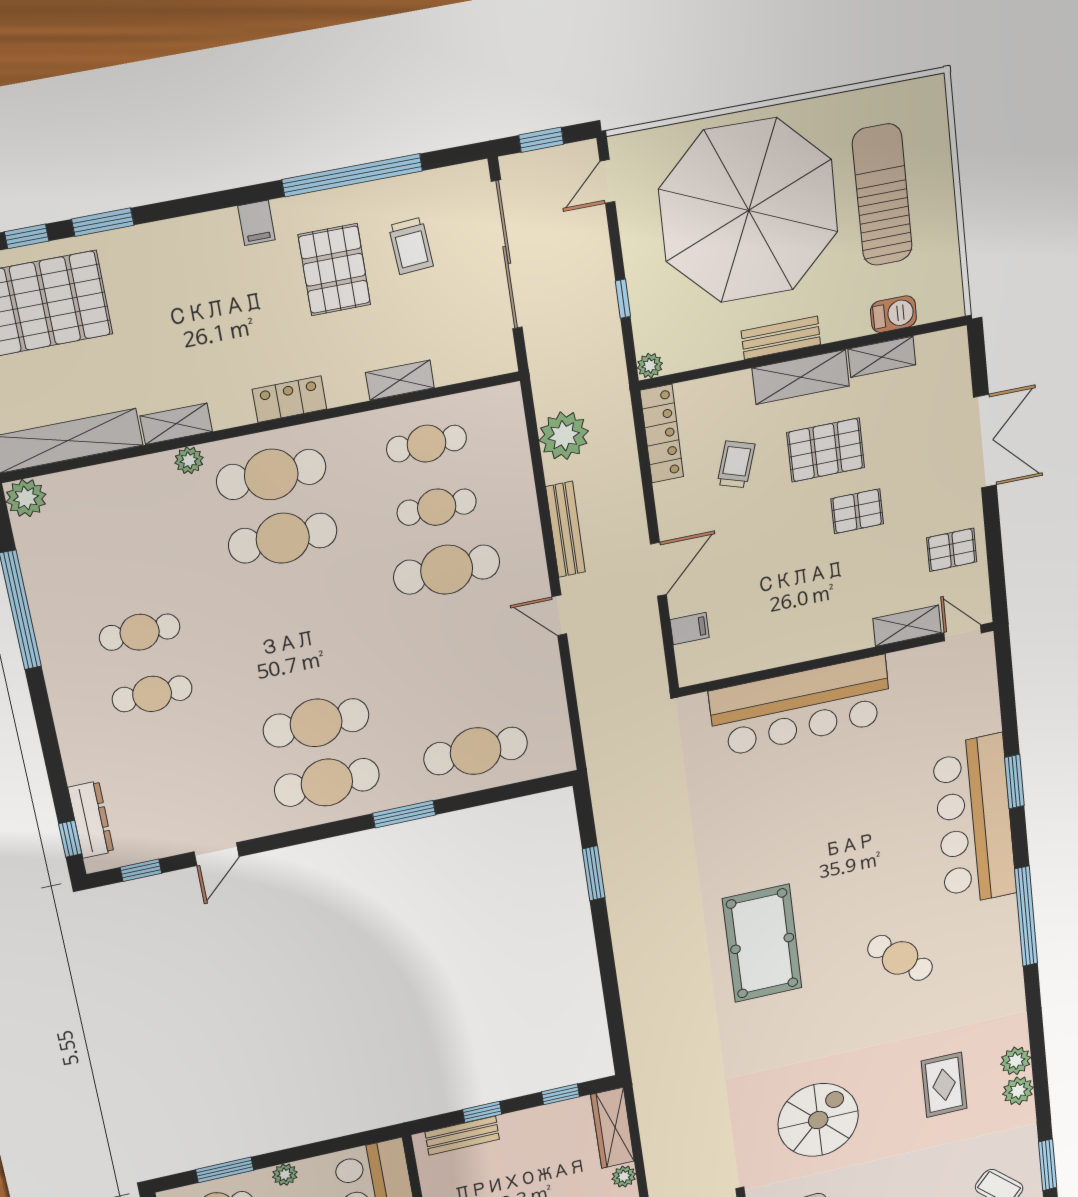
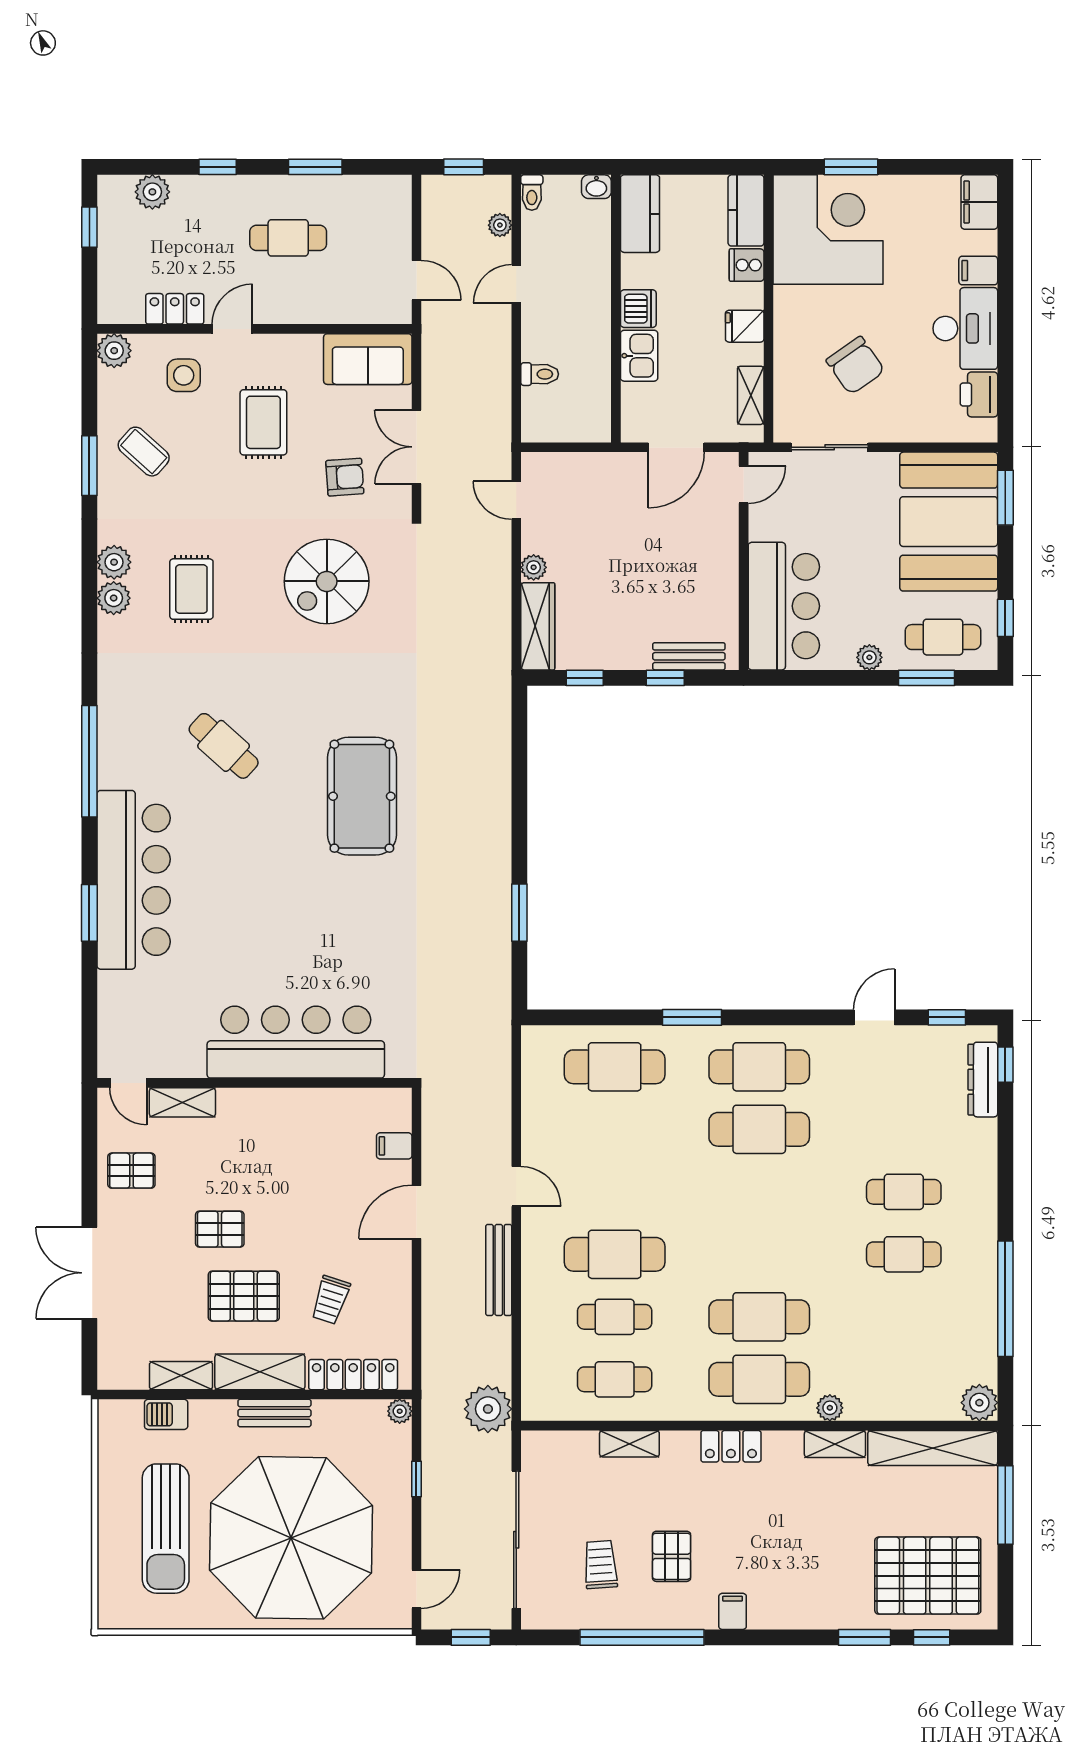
pallet: (334, 270) -> (672, 1556), width x0.67, depth x0.71
locker: (662, 434) -> (353, 1375), moved, turned 90
plant: (564, 436) -> (488, 1409), moved

